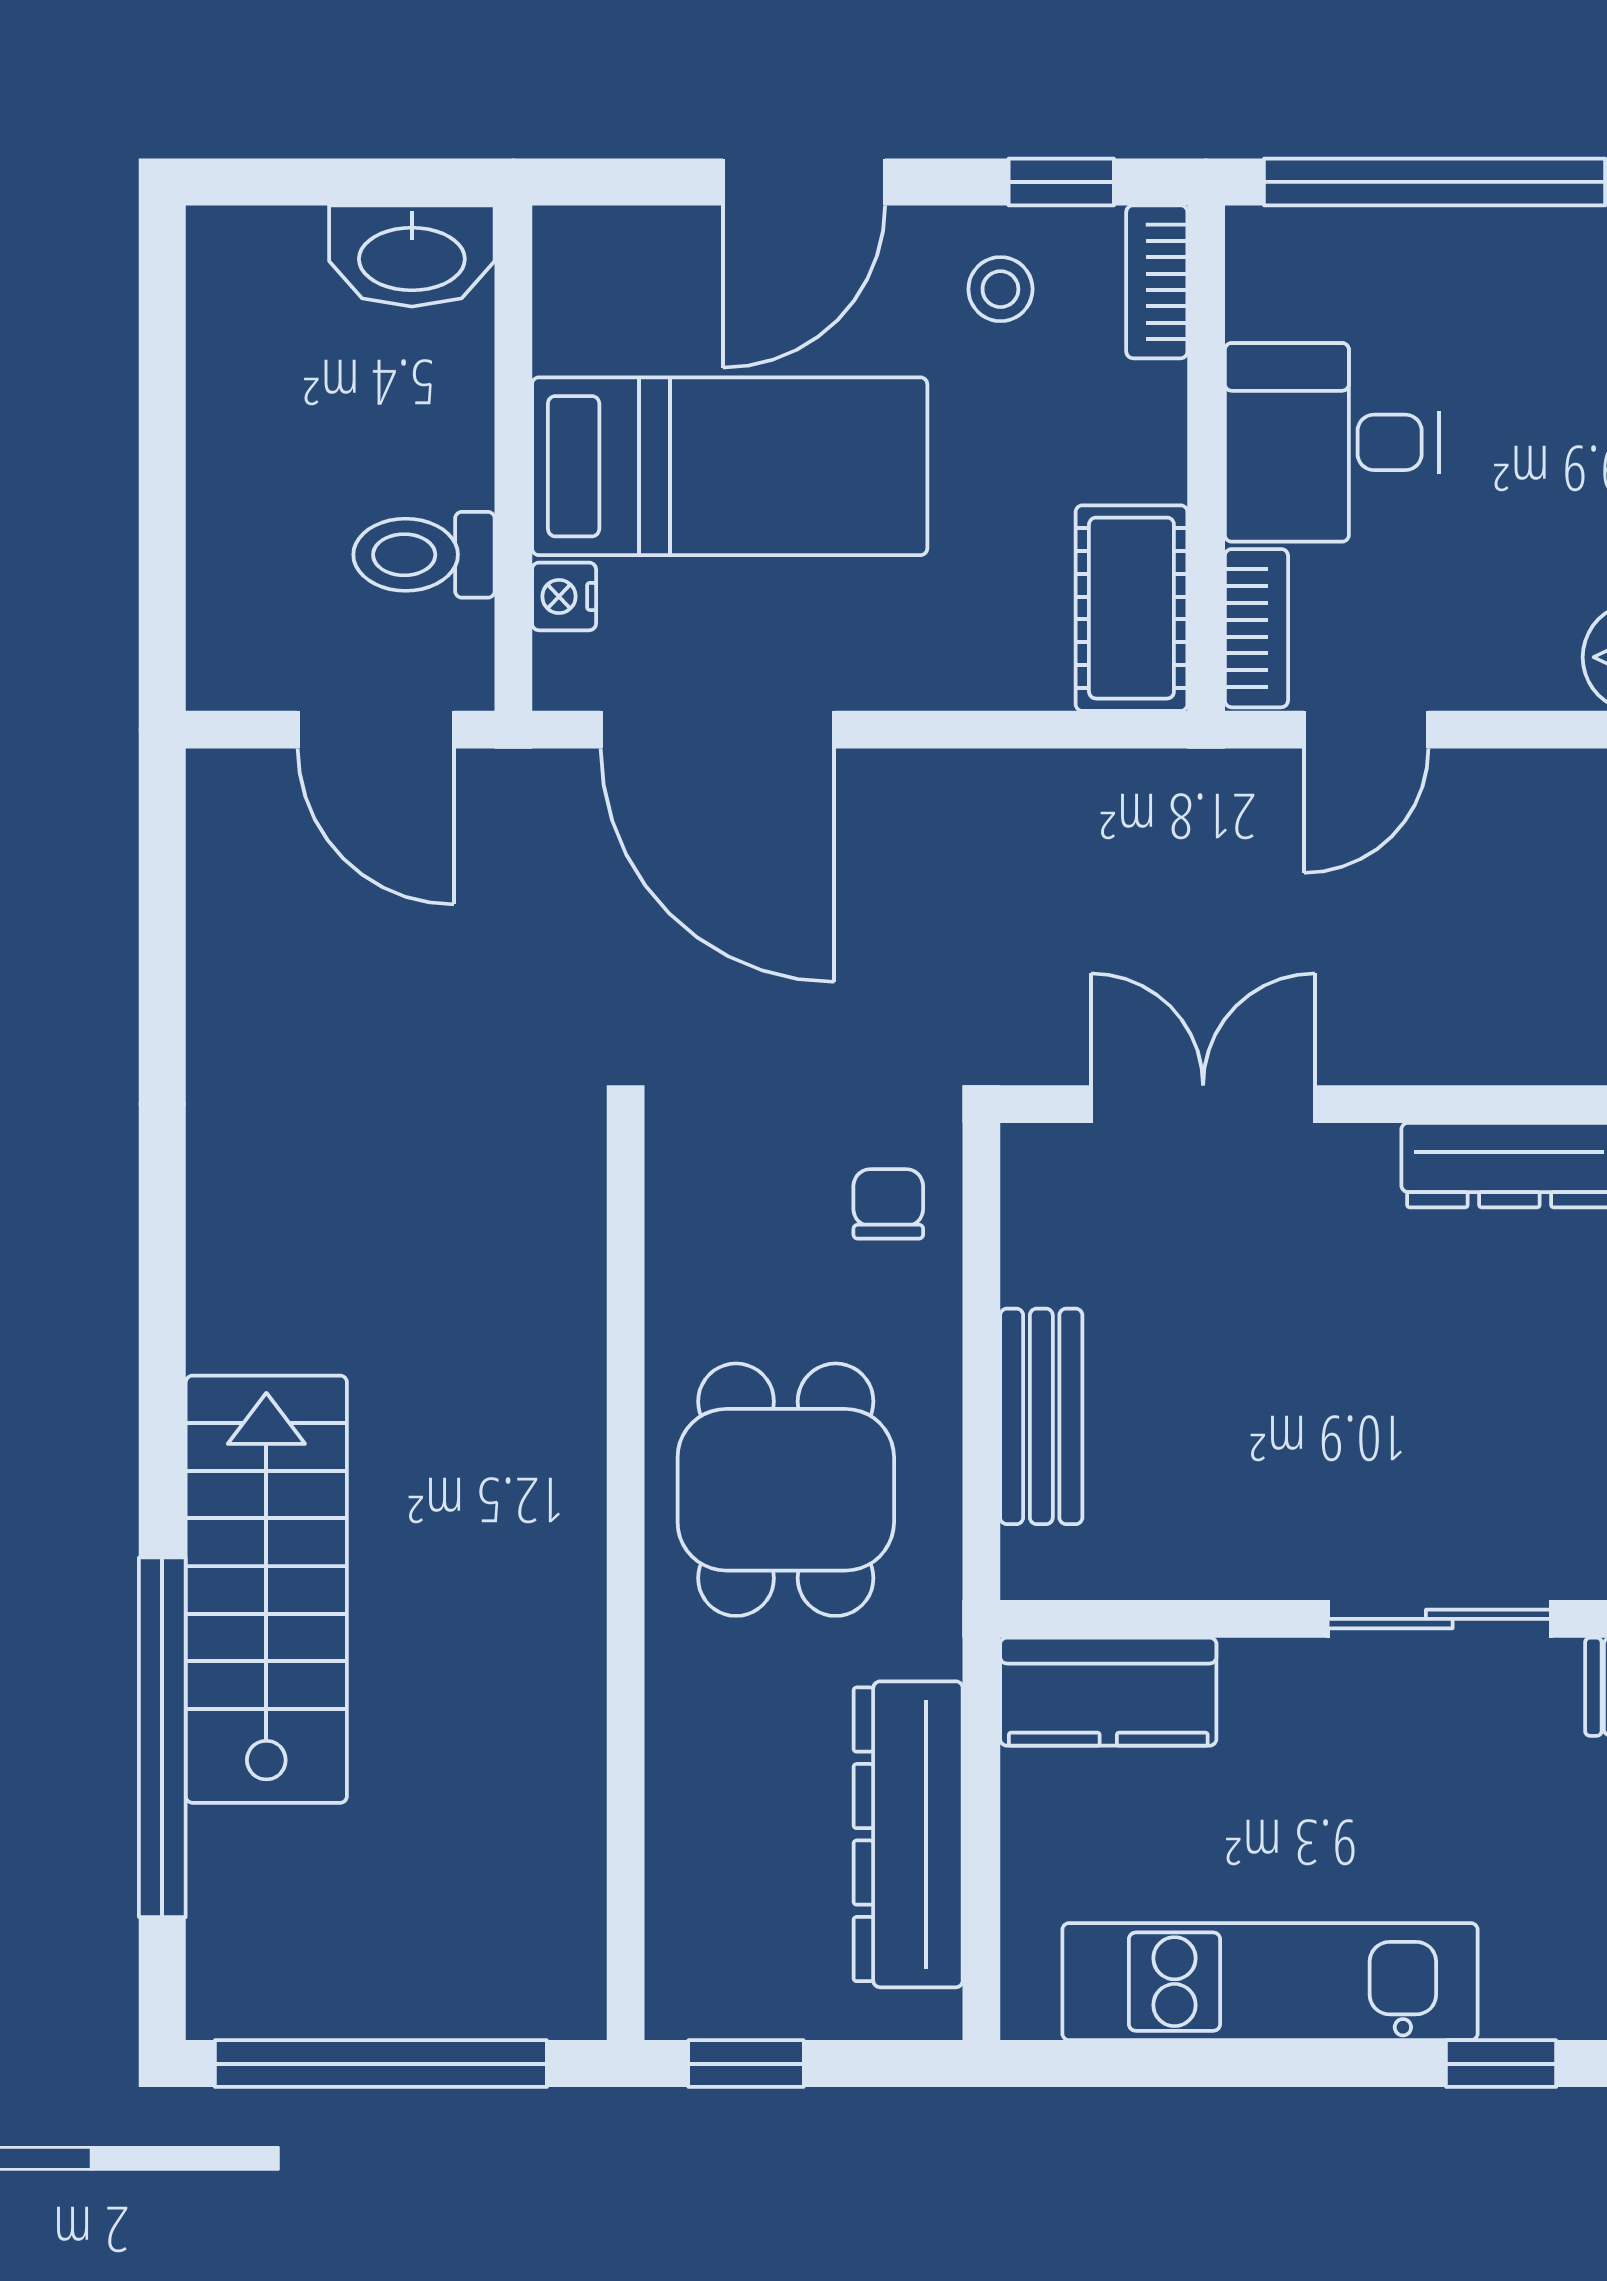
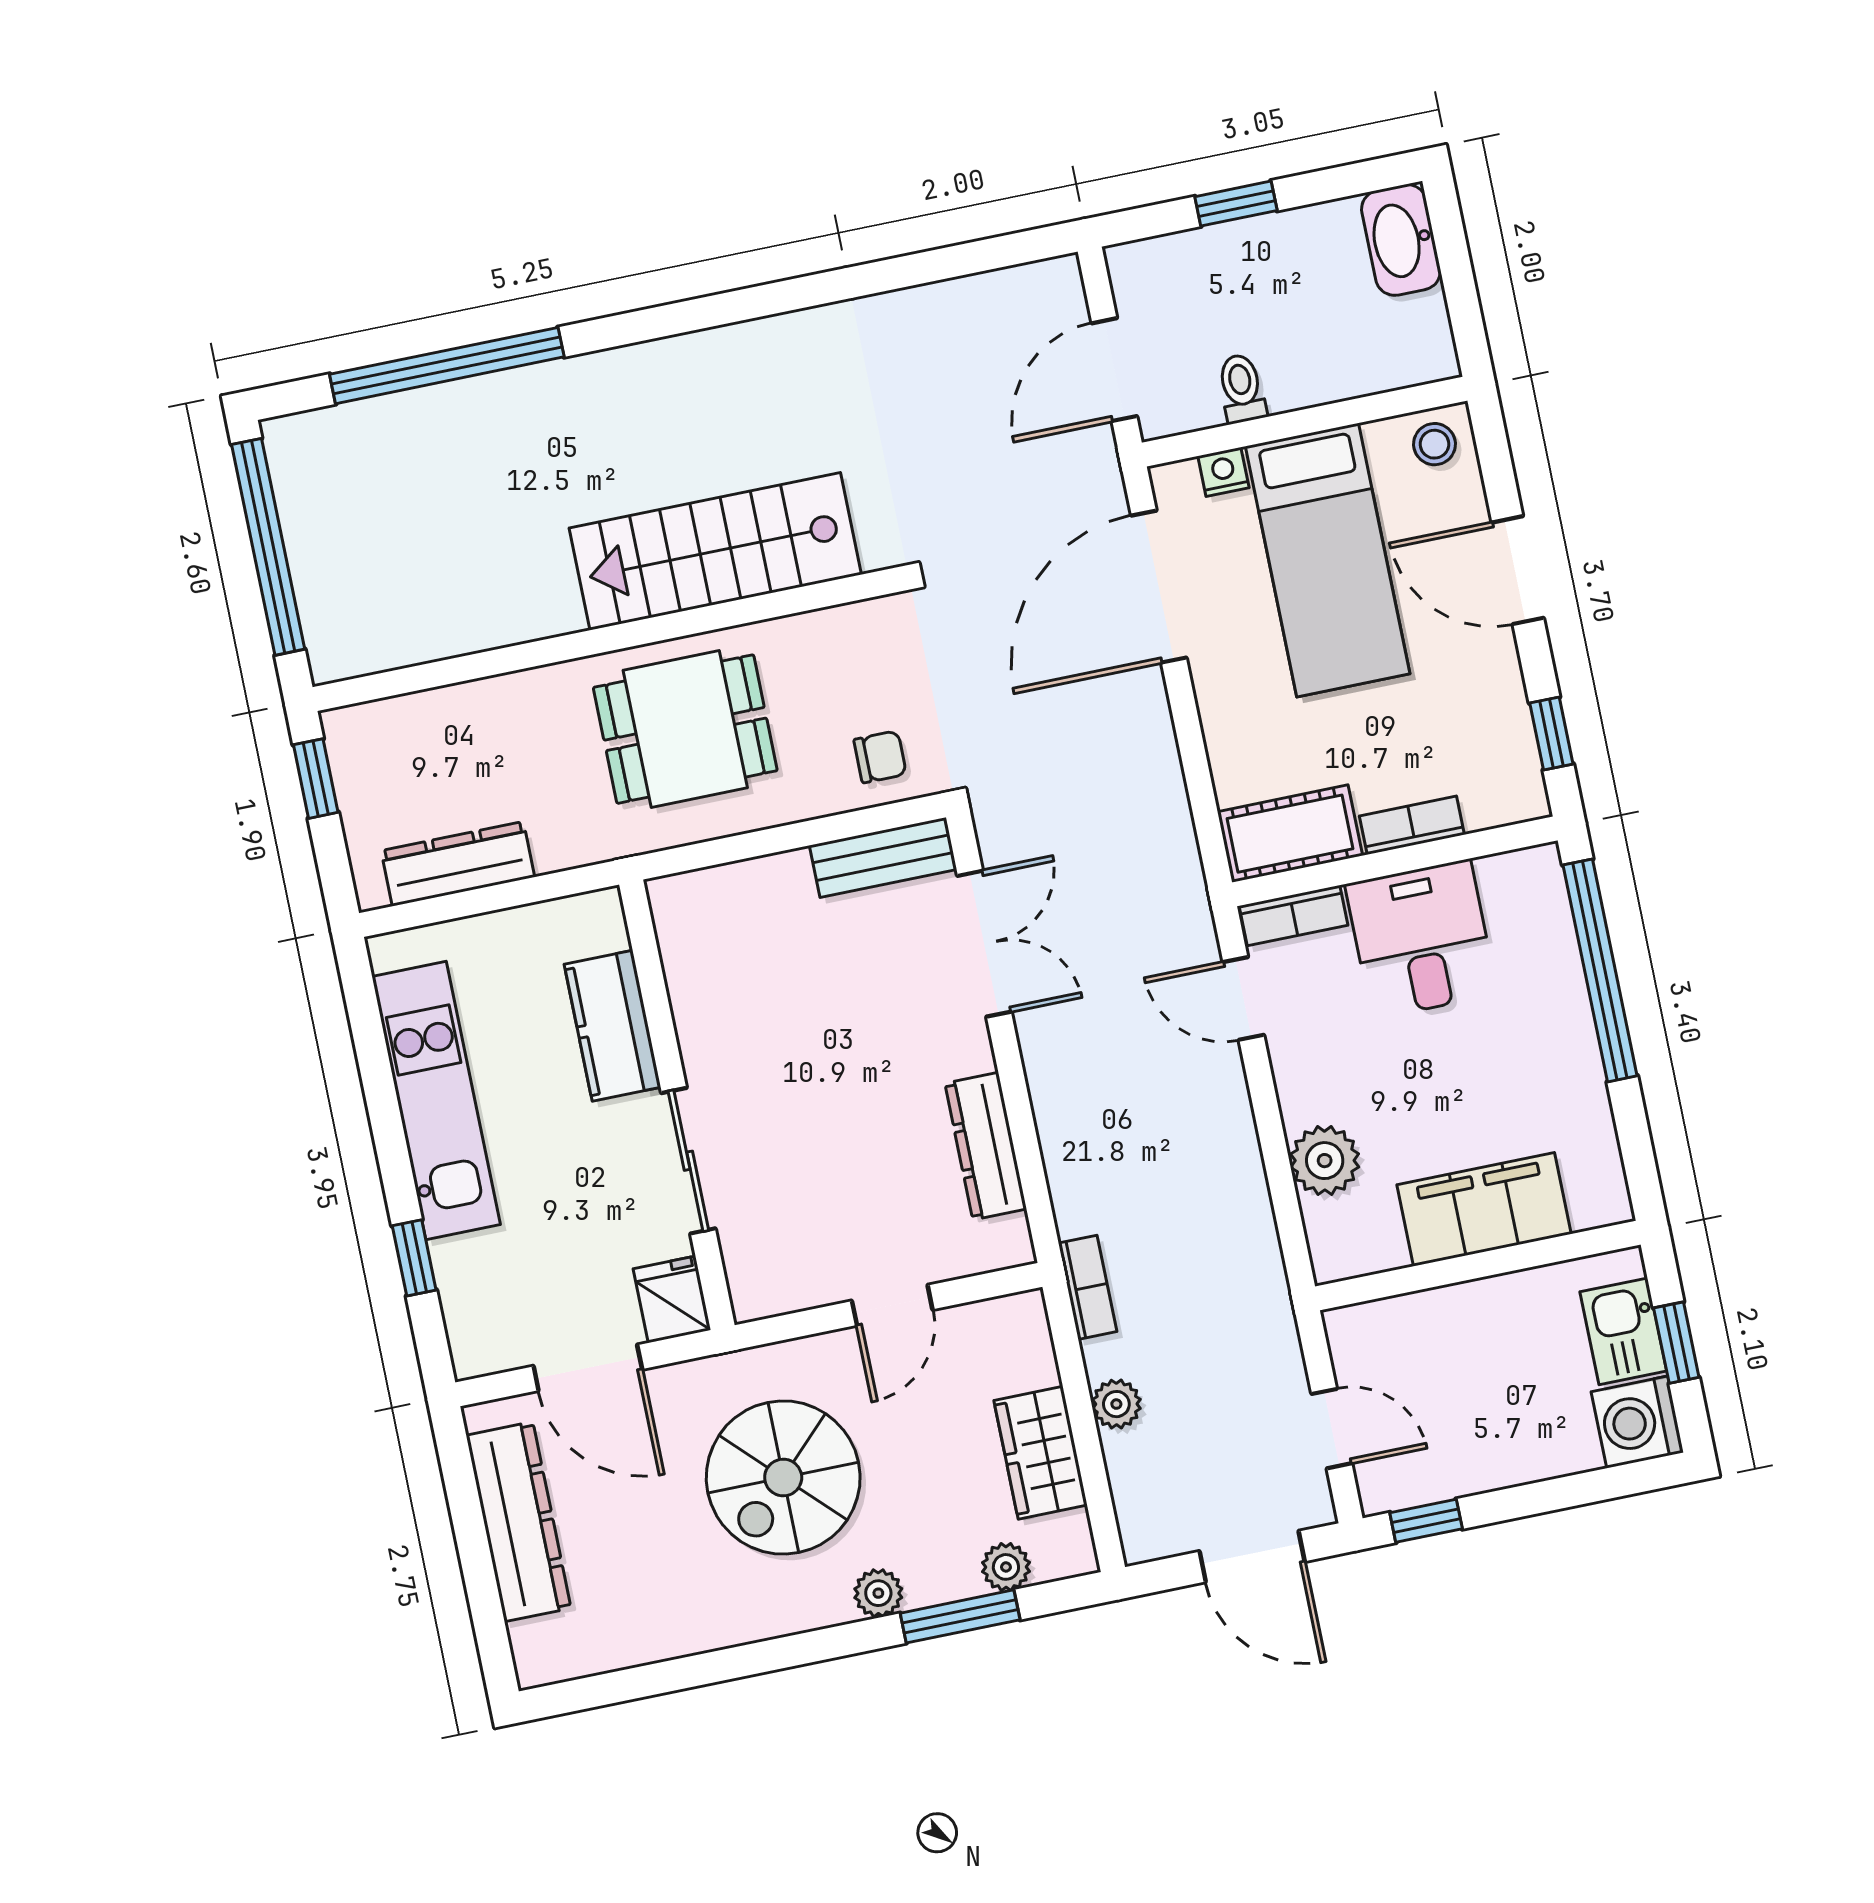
washbasin: (412, 256) -> (1401, 240), moved
bookcase: (1157, 282) -> (1412, 825), moved
stool: (1000, 289) -> (1434, 444), moved
window: (162, 494) -> (1236, 204), added
toilet: (424, 555) -> (1242, 389), width x0.73, depth x0.72
bench: (1041, 1416) -> (883, 857), moved
stairs: (266, 1589) -> (715, 551), moved, turned 180
kitchen counter: (1108, 1692) -> (613, 1026), moved
dresser: (908, 1834) -> (458, 864), width x0.73, depth x0.80

